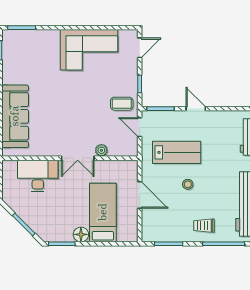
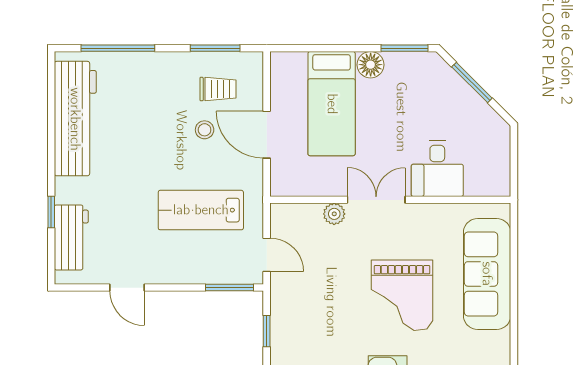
grand piano: (63, 104) -> (402, 295), added
coffee table: (122, 104) -> (298, 296), removed
door: (196, 109) -> (127, 288), moved
desk: (38, 176) -> (437, 169), width x0.73
stool: (188, 184) -> (205, 130), moved
trolley: (204, 226) -> (218, 89), moved

